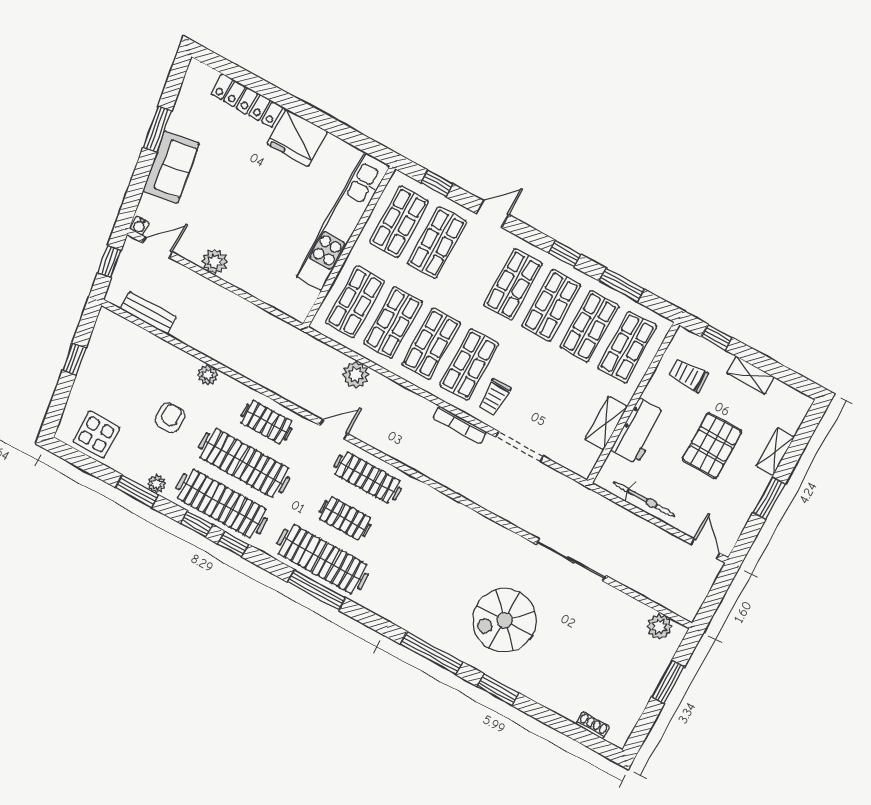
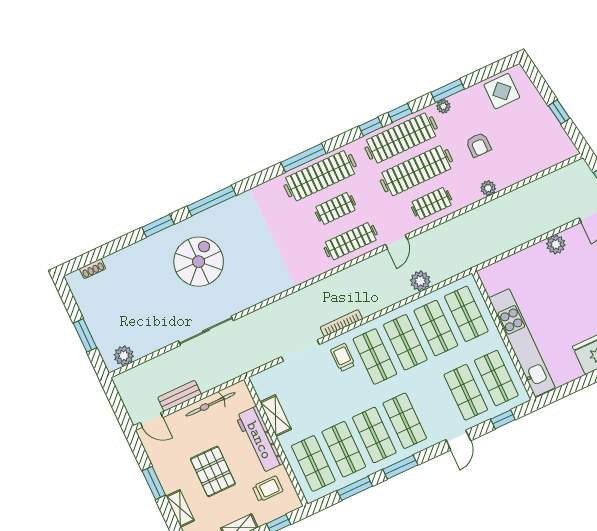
window: (565, 254) -> (400, 467), width x1.50
bench: (148, 313) -> (179, 396), moved
workbench: (638, 431) -> (259, 440), width x1.38

